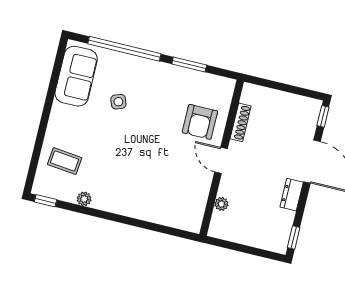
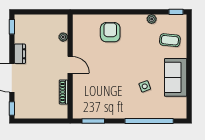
window: (189, 64) -> (93, 121), moved
sofa: (76, 76) -> (176, 77), moved
armchair: (200, 122) -> (110, 32), moved

